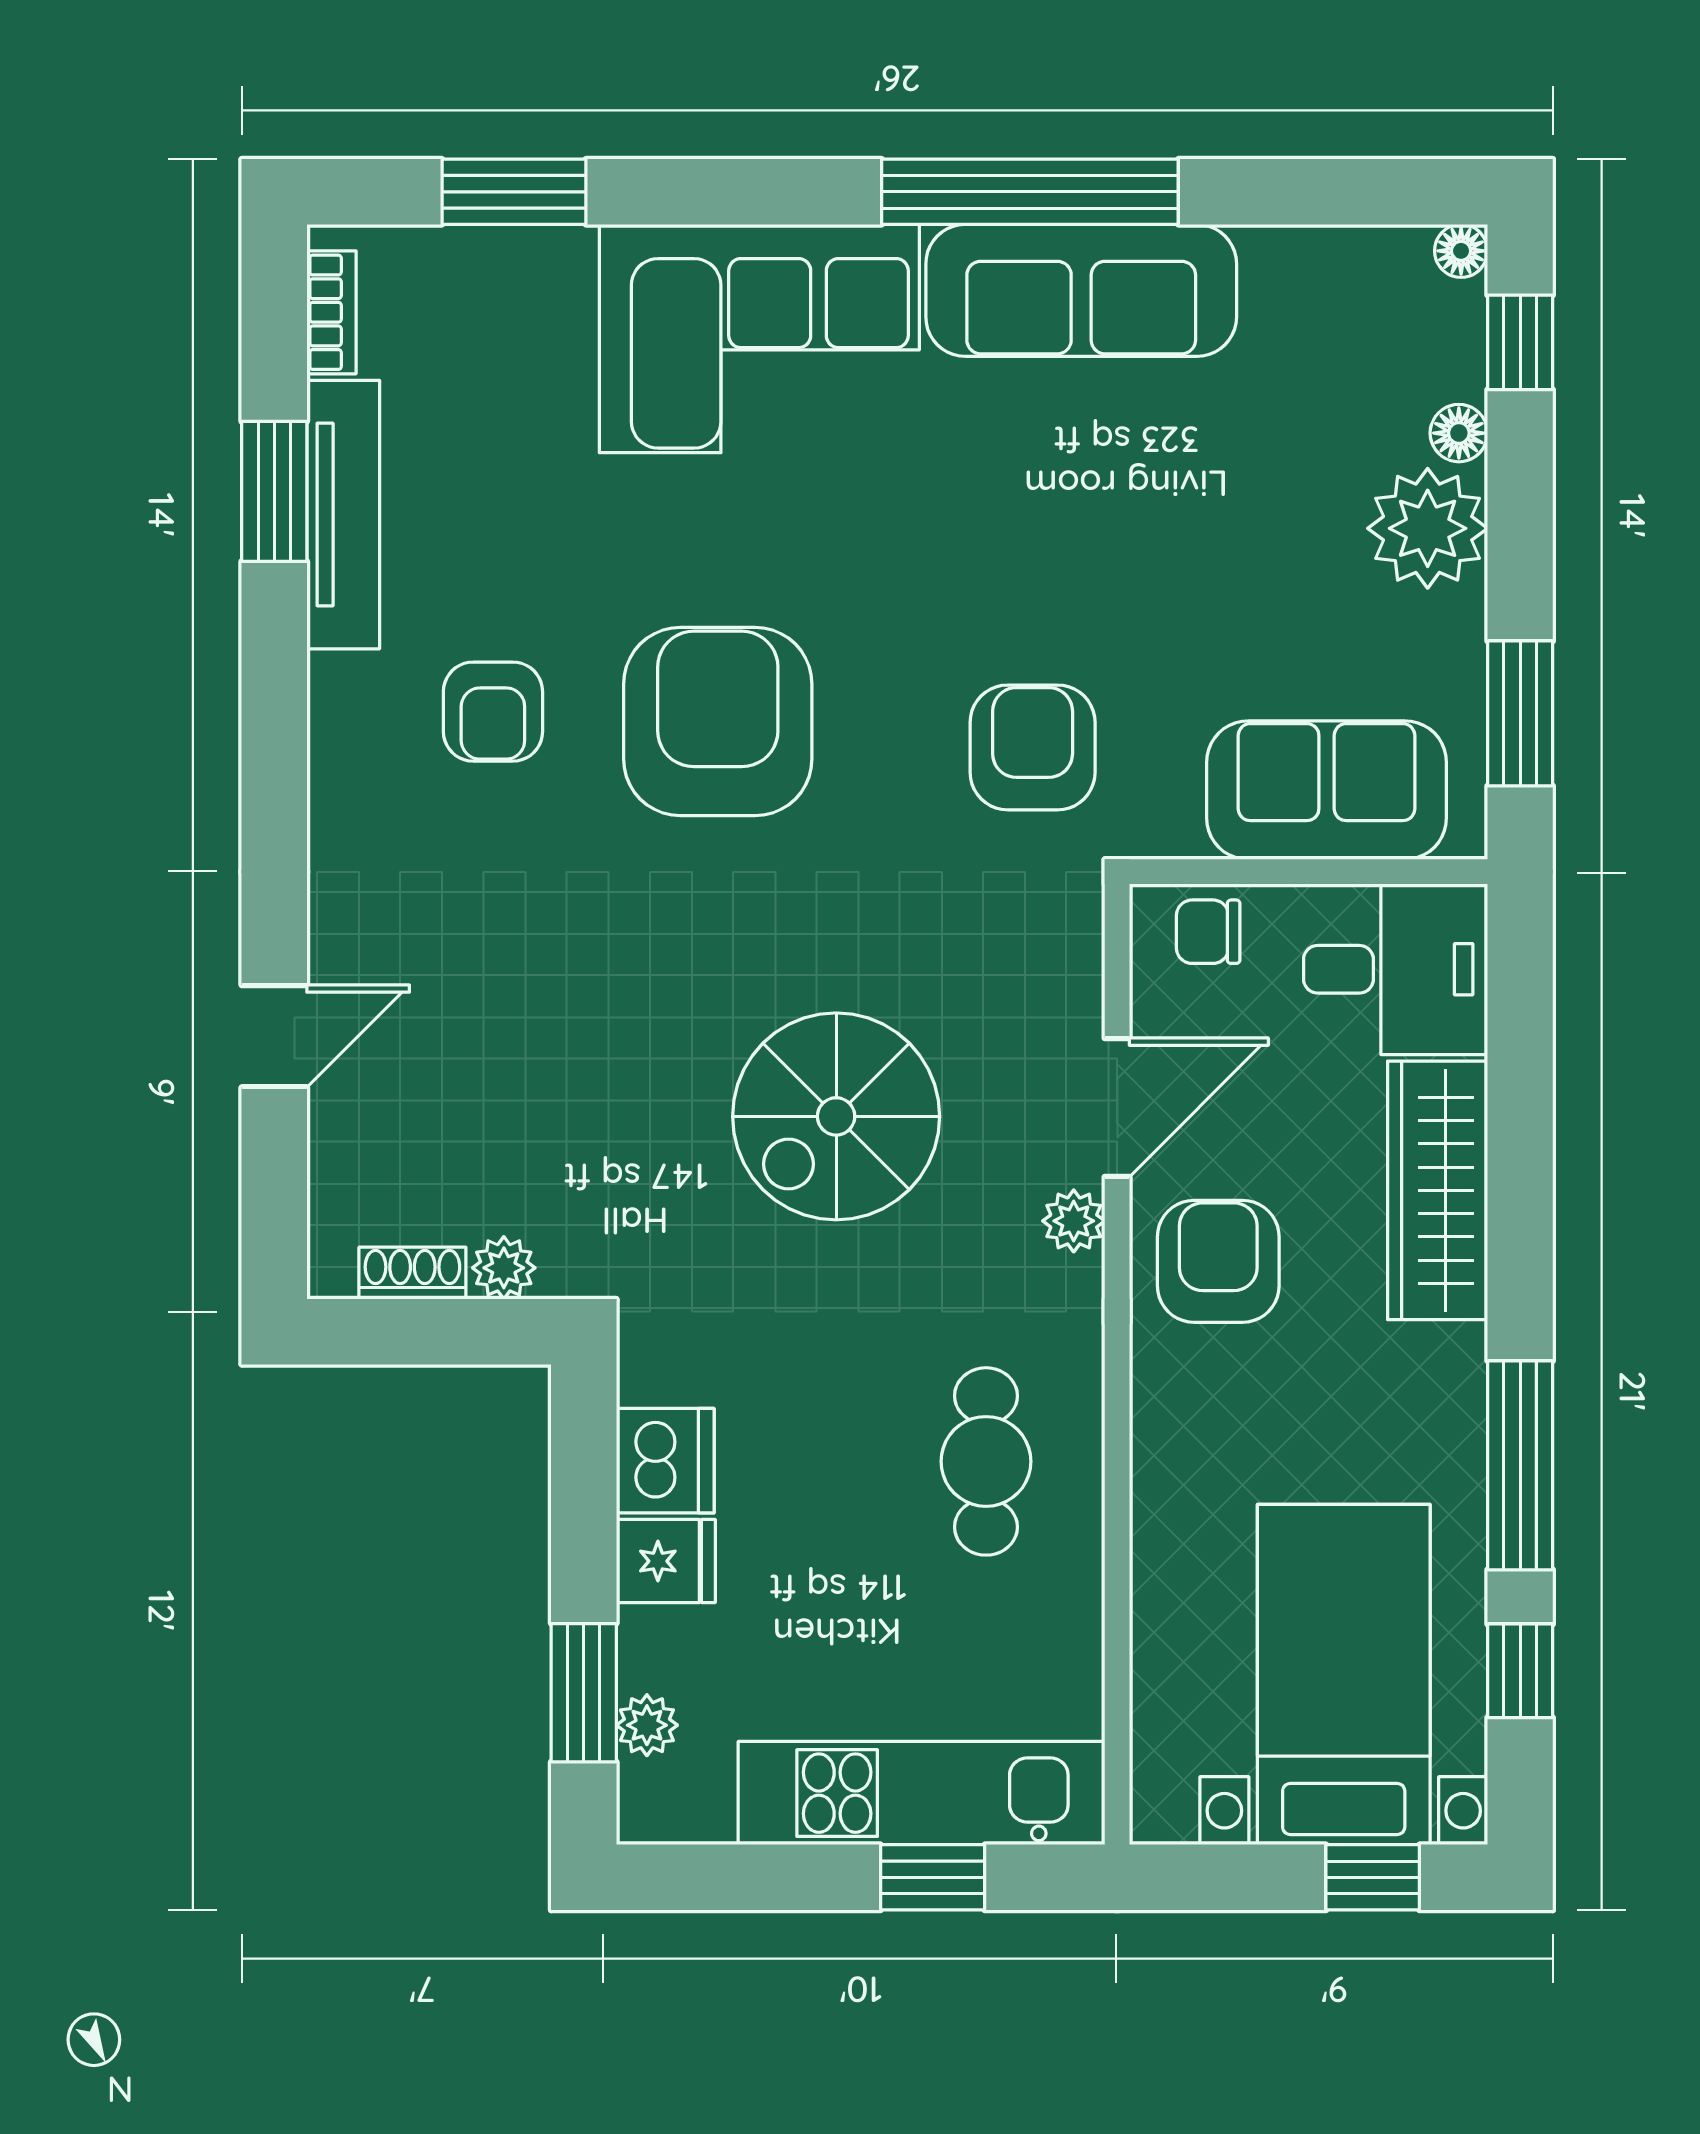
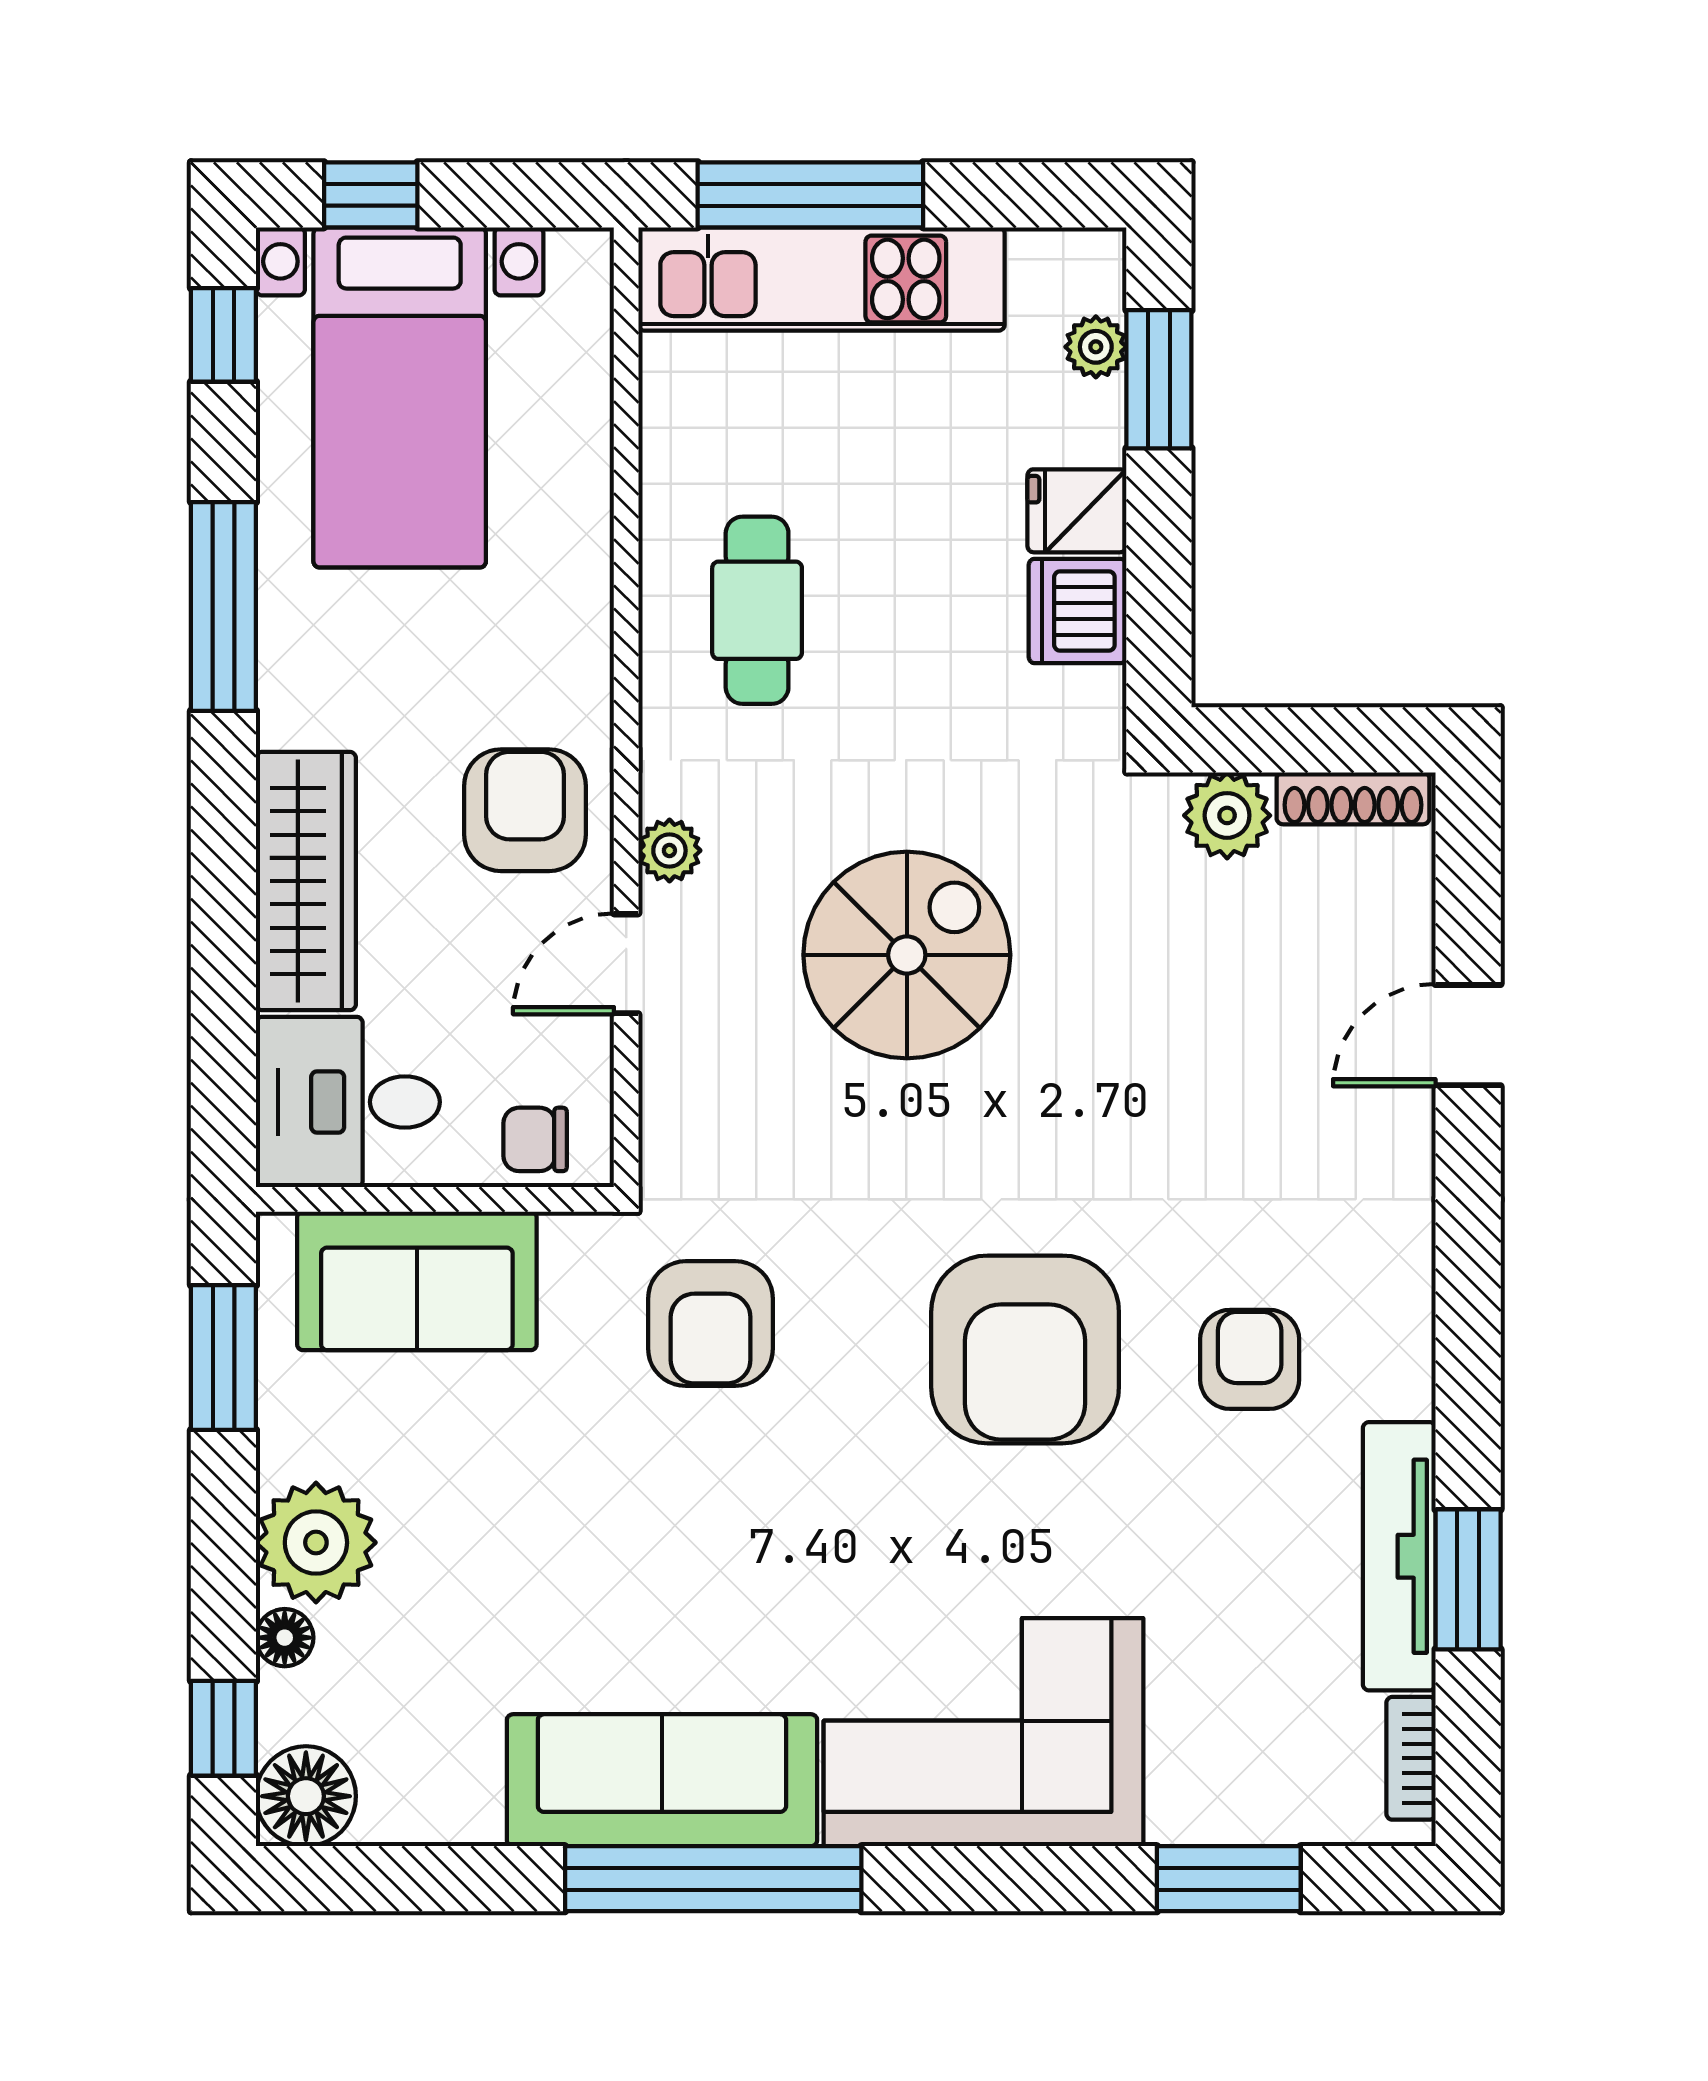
floor lamp: (1461, 251) -> (306, 1796), width x1.89, depth x1.89
chair: (1208, 932) -> (535, 1139), turned 180
door: (1117, 1108) -> (626, 964), width x0.73
armchair: (1218, 1261) -> (525, 810), turned 180
plant: (504, 1268) -> (1227, 815), width x1.38, depth x1.38
shoe rack: (412, 1273) -> (1353, 798), width x1.43
window: (1520, 1671) -> (223, 335), moved
window: (933, 1877) -> (810, 195), width x2.17

